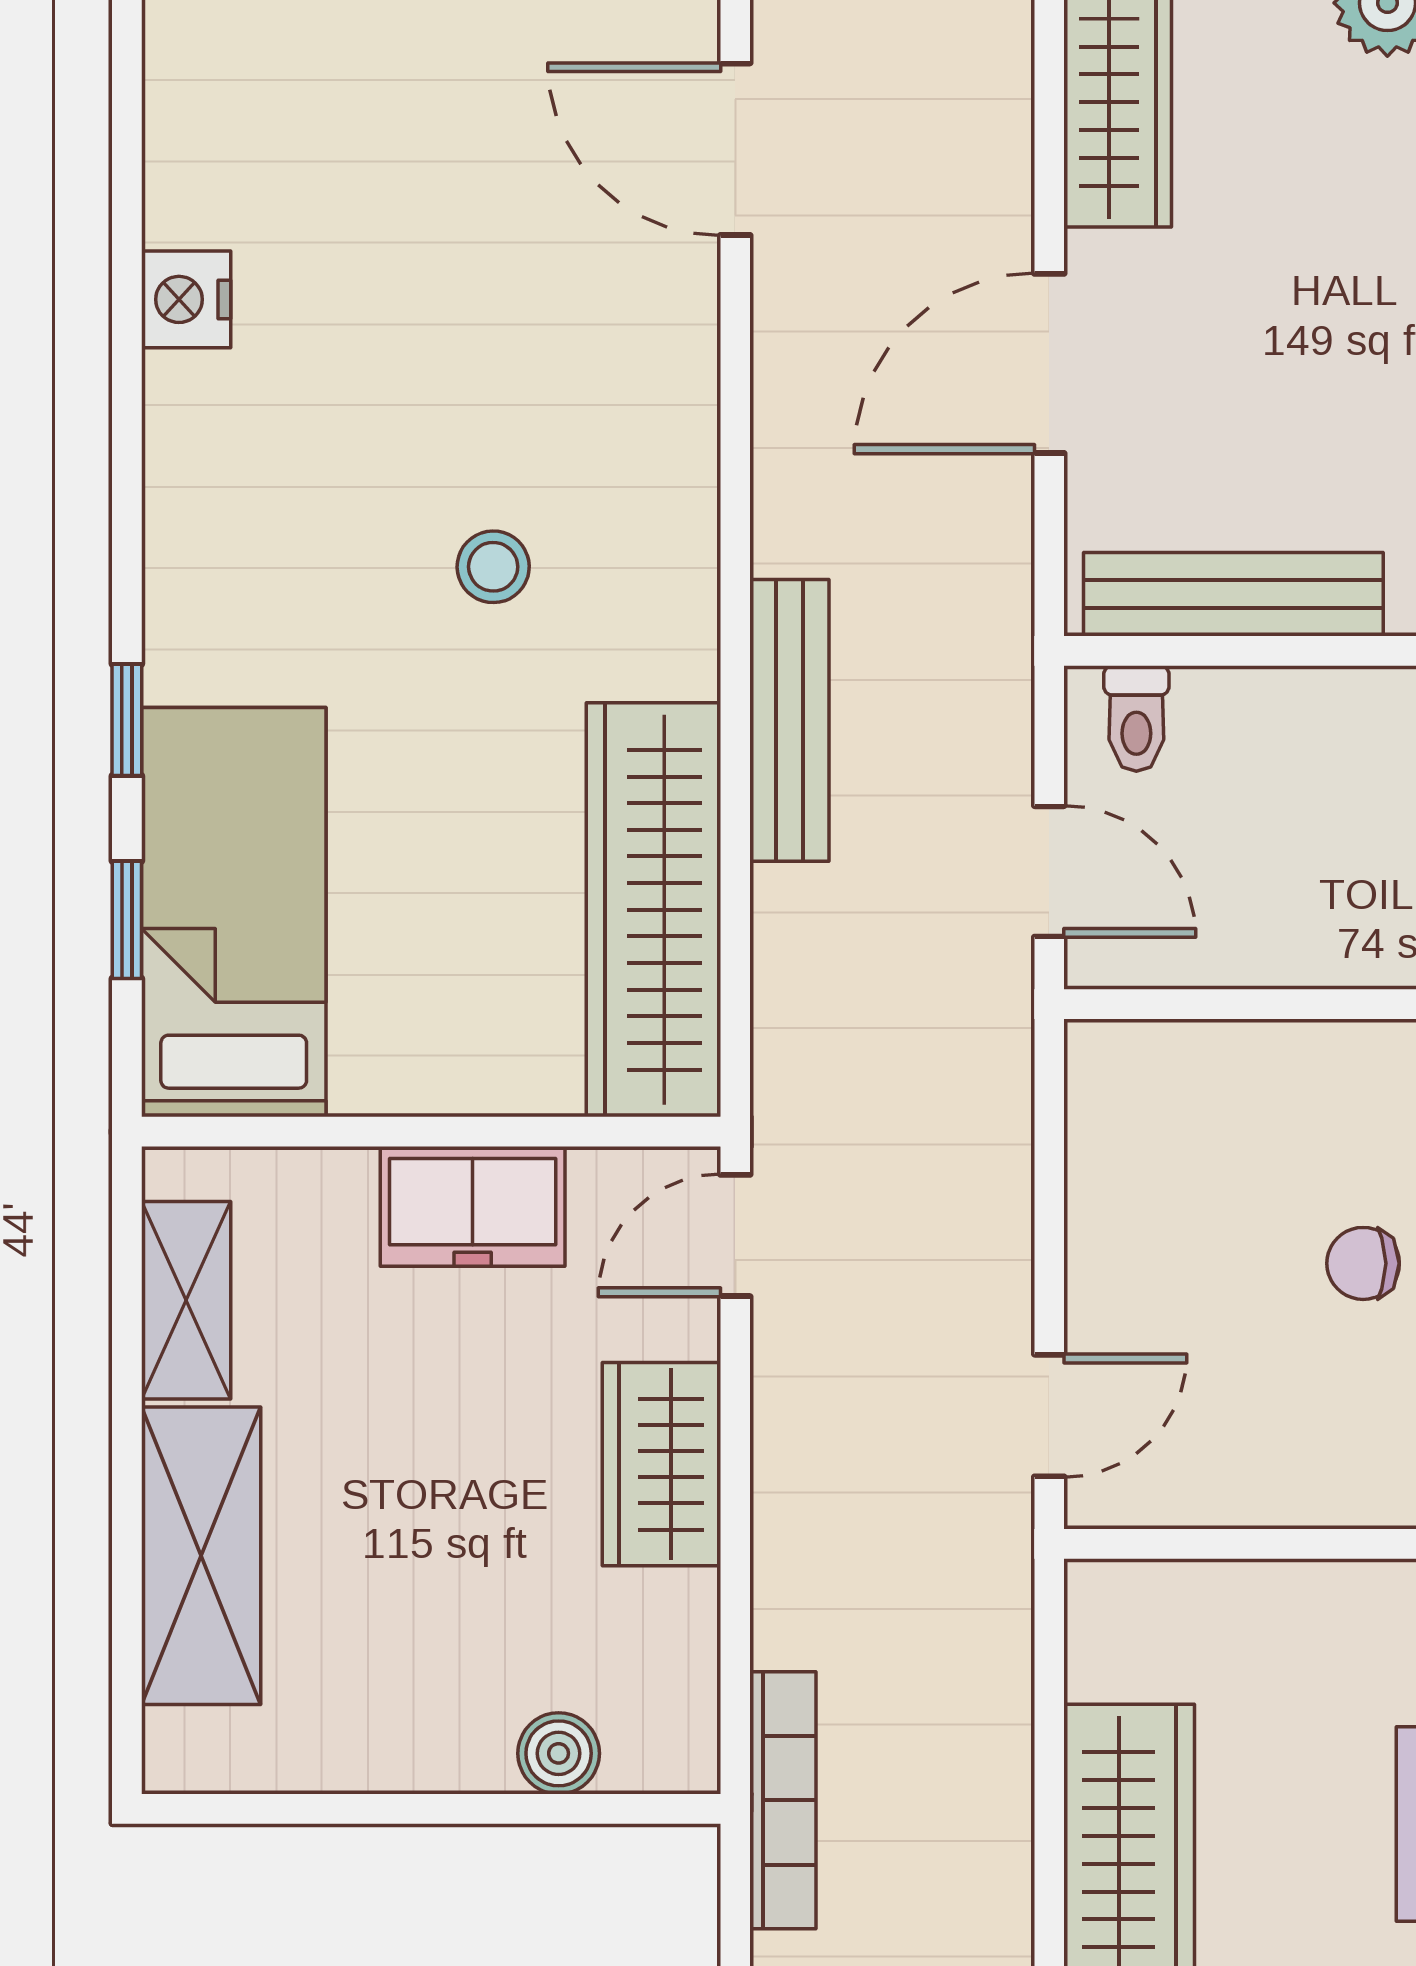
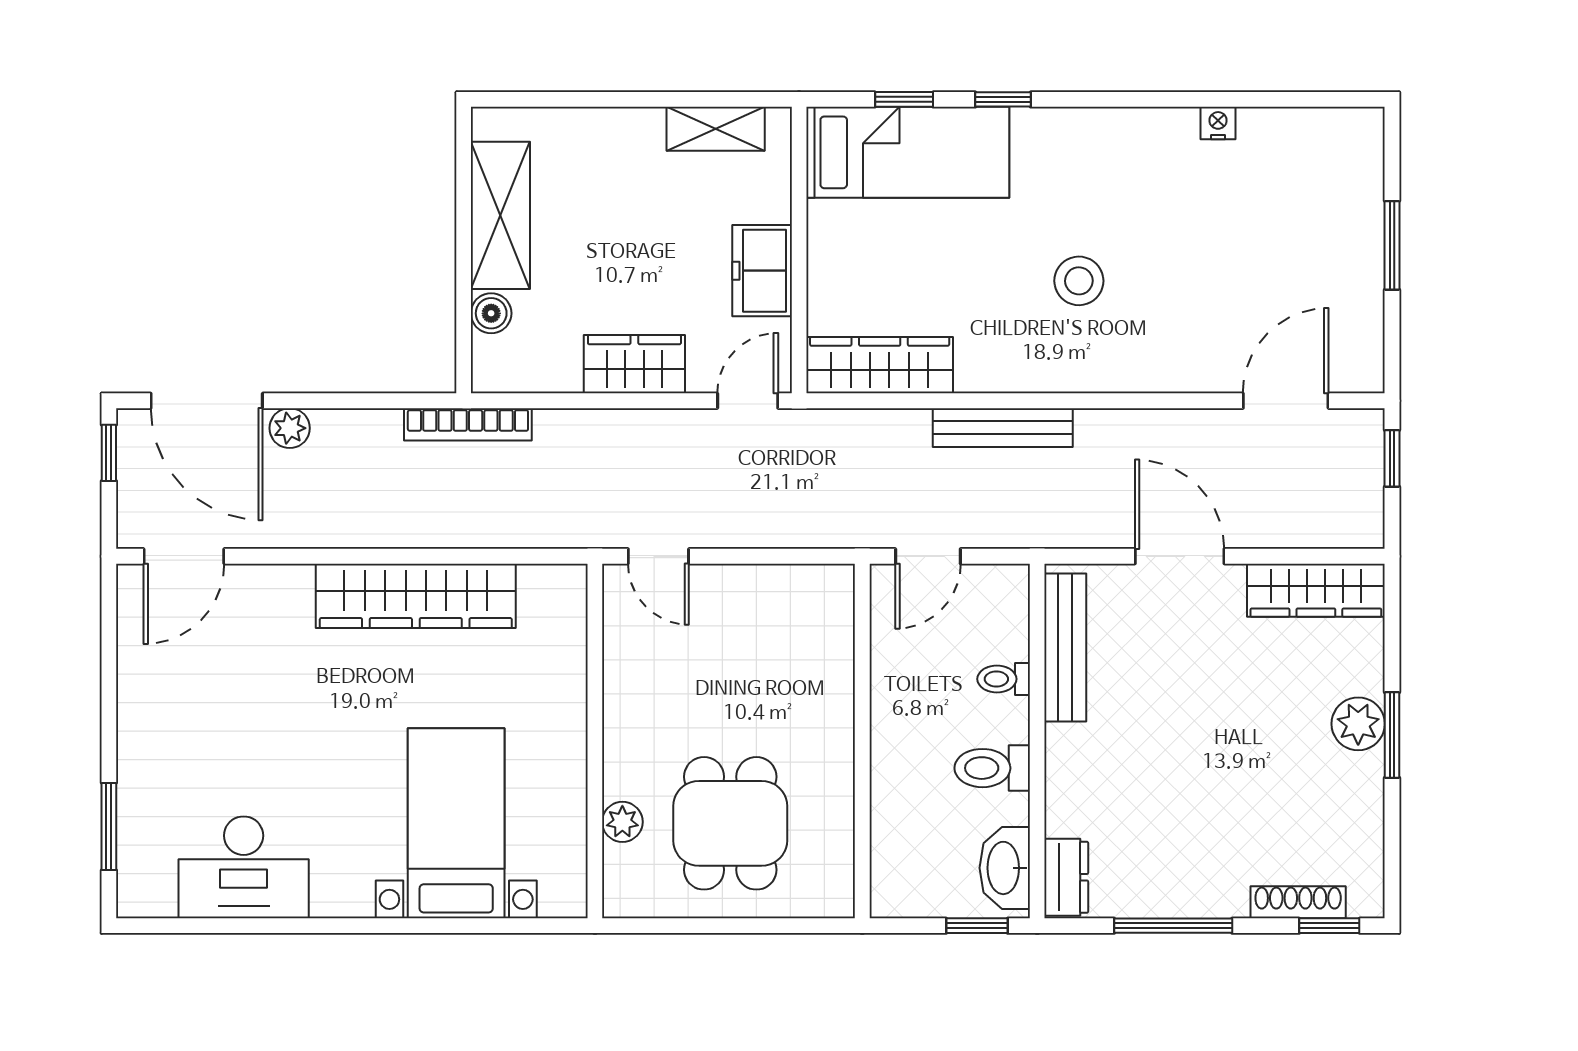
nightstand: (186, 299) -> (1218, 123), width x0.72, depth x0.74
stool: (493, 567) -> (1079, 281), width x1.37, depth x1.37
toilet: (1136, 719) -> (1004, 679), moved
wardrobe: (653, 910) -> (880, 365), width x0.71, depth x0.85
door: (735, 1235) -> (748, 401), hinge flipped
chair: (1363, 1263) -> (734, 712), removed
shelving: (201, 1556) -> (500, 215), moved, turned 90

